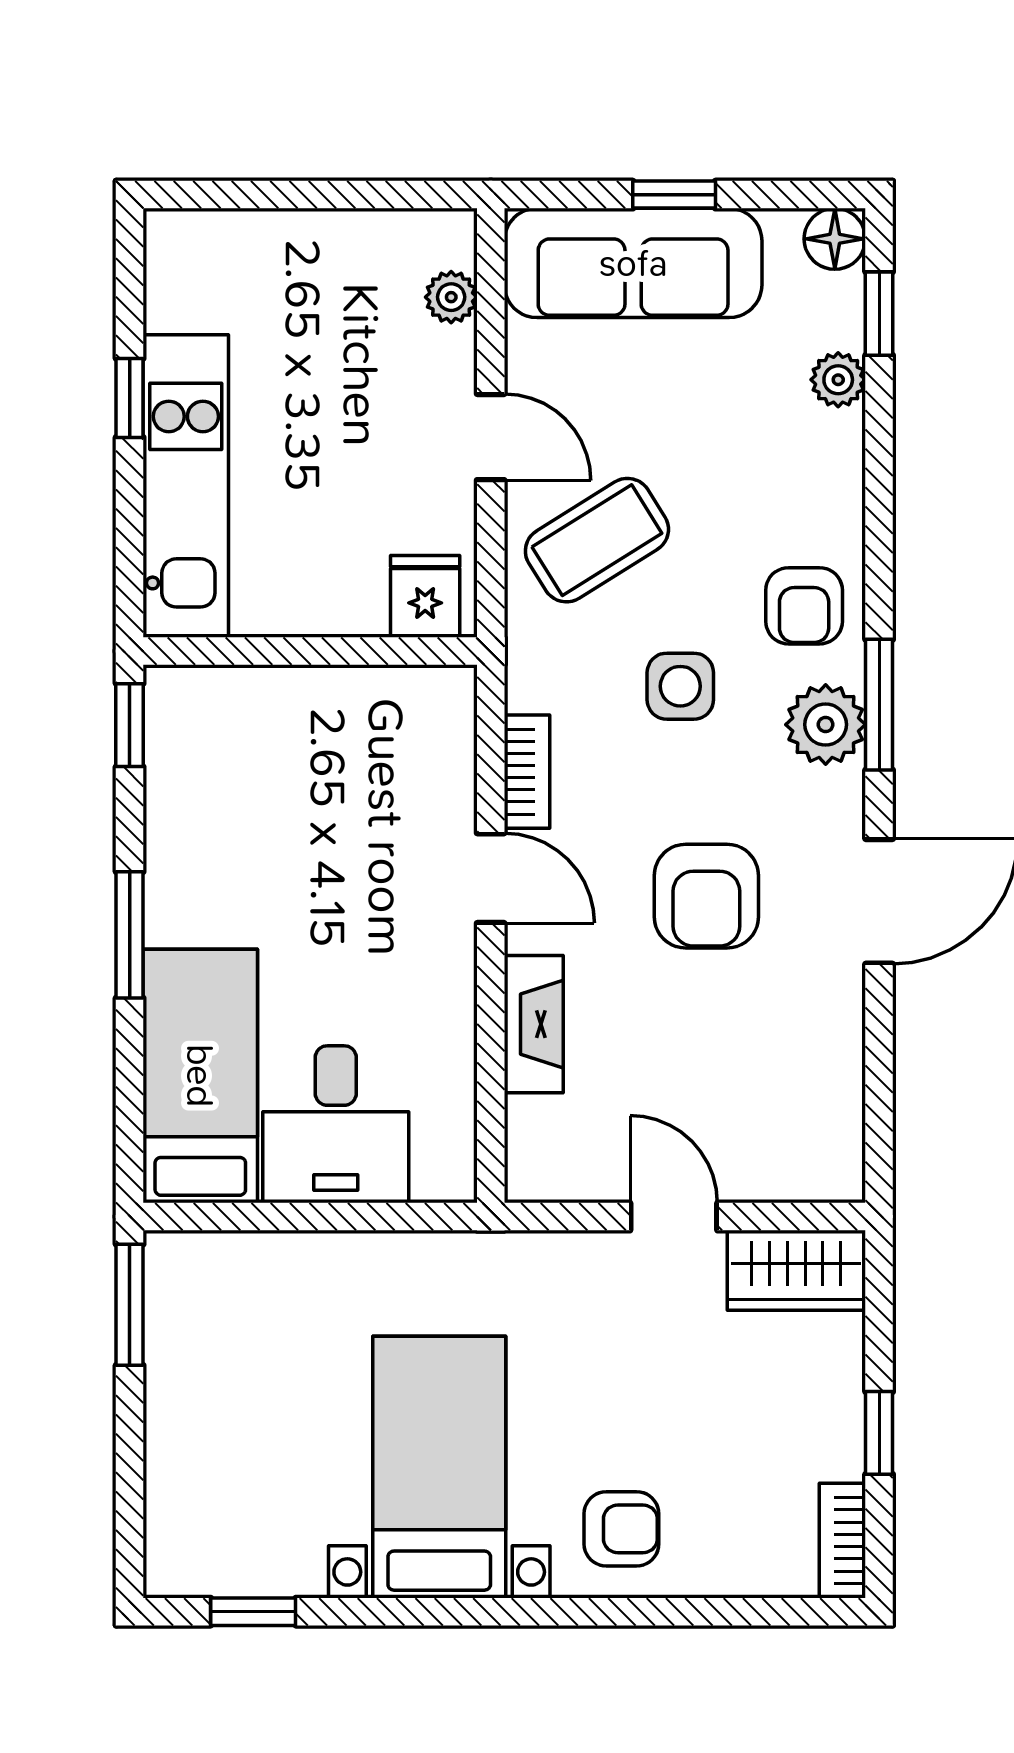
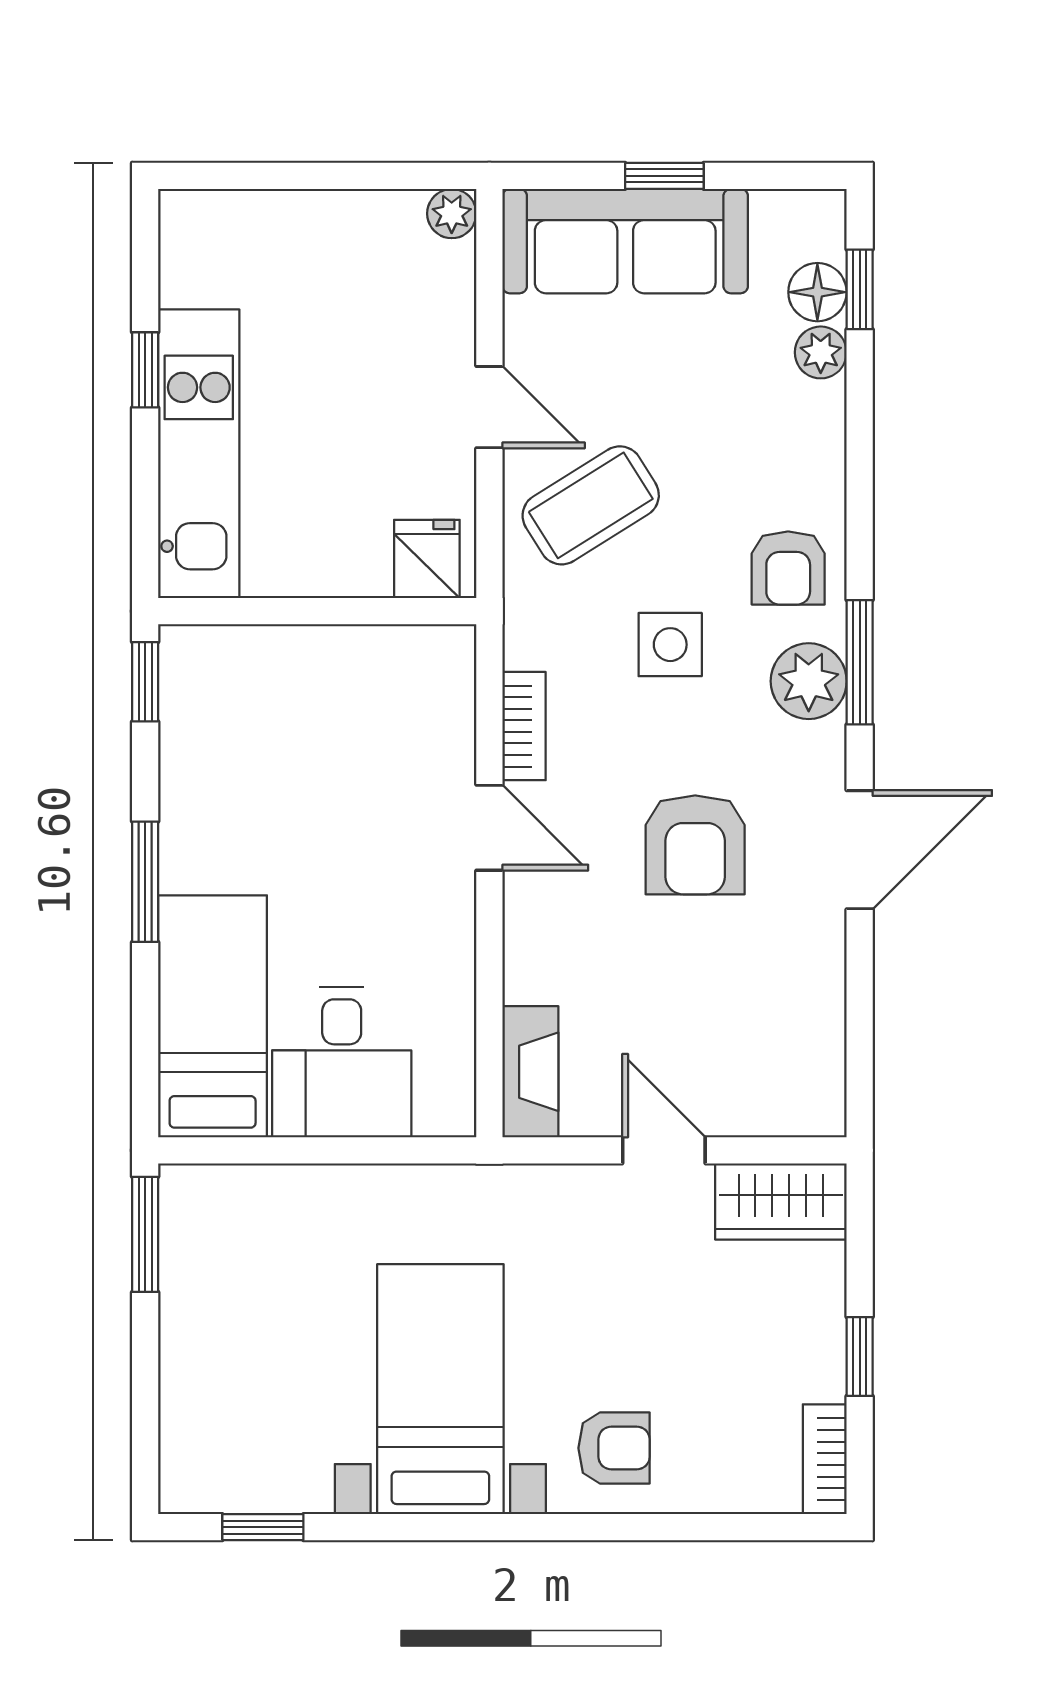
floor lamp: (835, 239) -> (817, 292), moved
plant: (451, 297) -> (452, 214), moved
fireplace: (534, 1024) -> (530, 1072), moved

